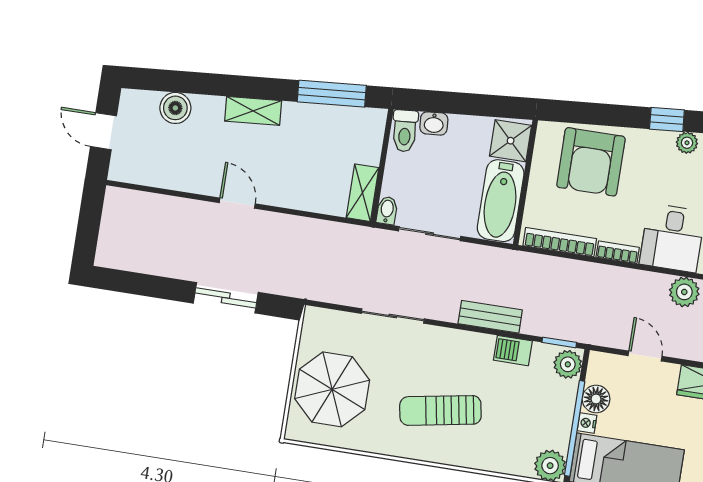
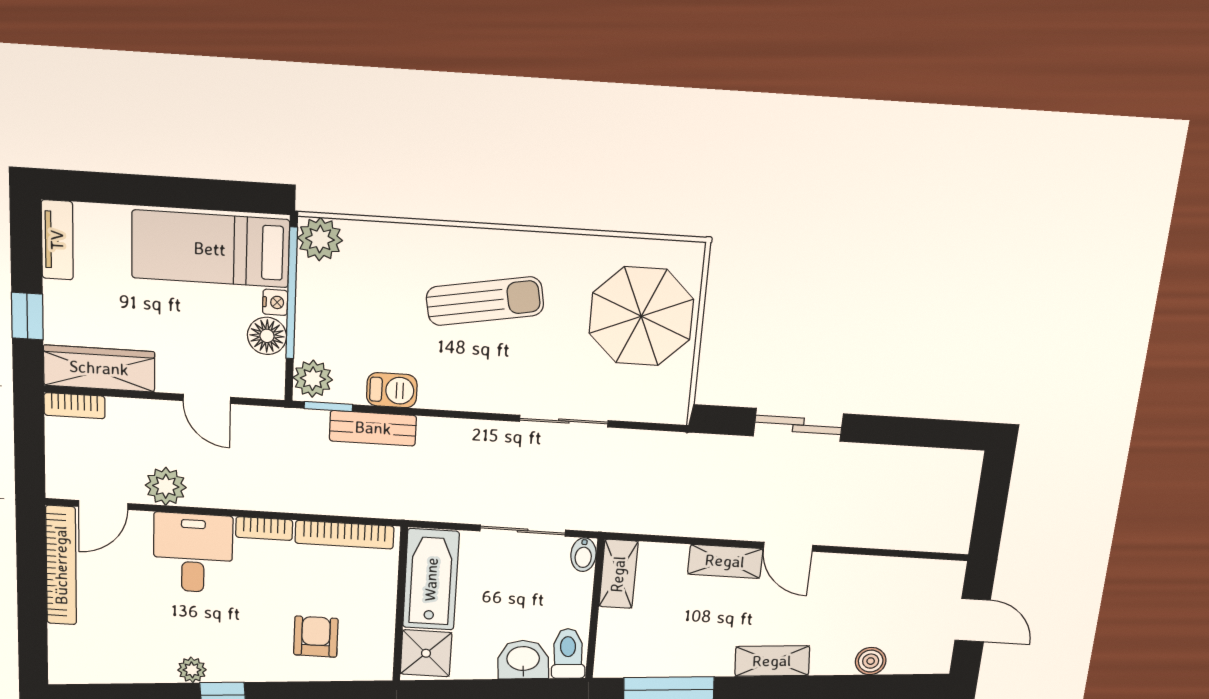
boiler: (175, 108) -> (871, 661), width x0.73, depth x0.73
washbasin: (434, 123) -> (523, 660), width x1.38, depth x1.45
armchair: (591, 162) -> (316, 637), width x0.53, depth x0.53
shelving: (284, 196) -> (725, 561), added
bench: (490, 317) -> (373, 428), moved

